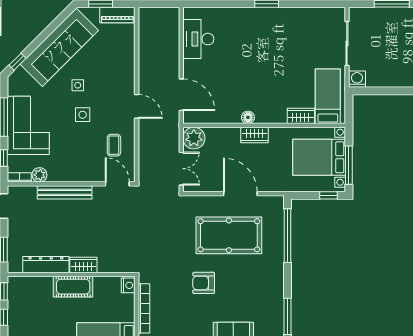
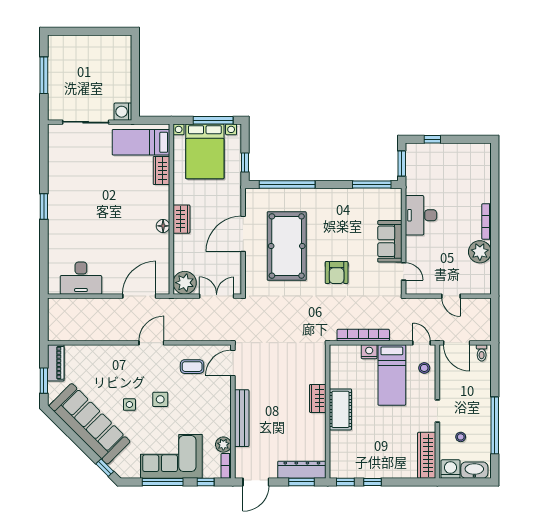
window: (328, 195) -> (245, 163), moved
dresser: (46, 265) -> (302, 470), moved, turned 90
nightstand: (128, 285) -> (369, 352), moved

